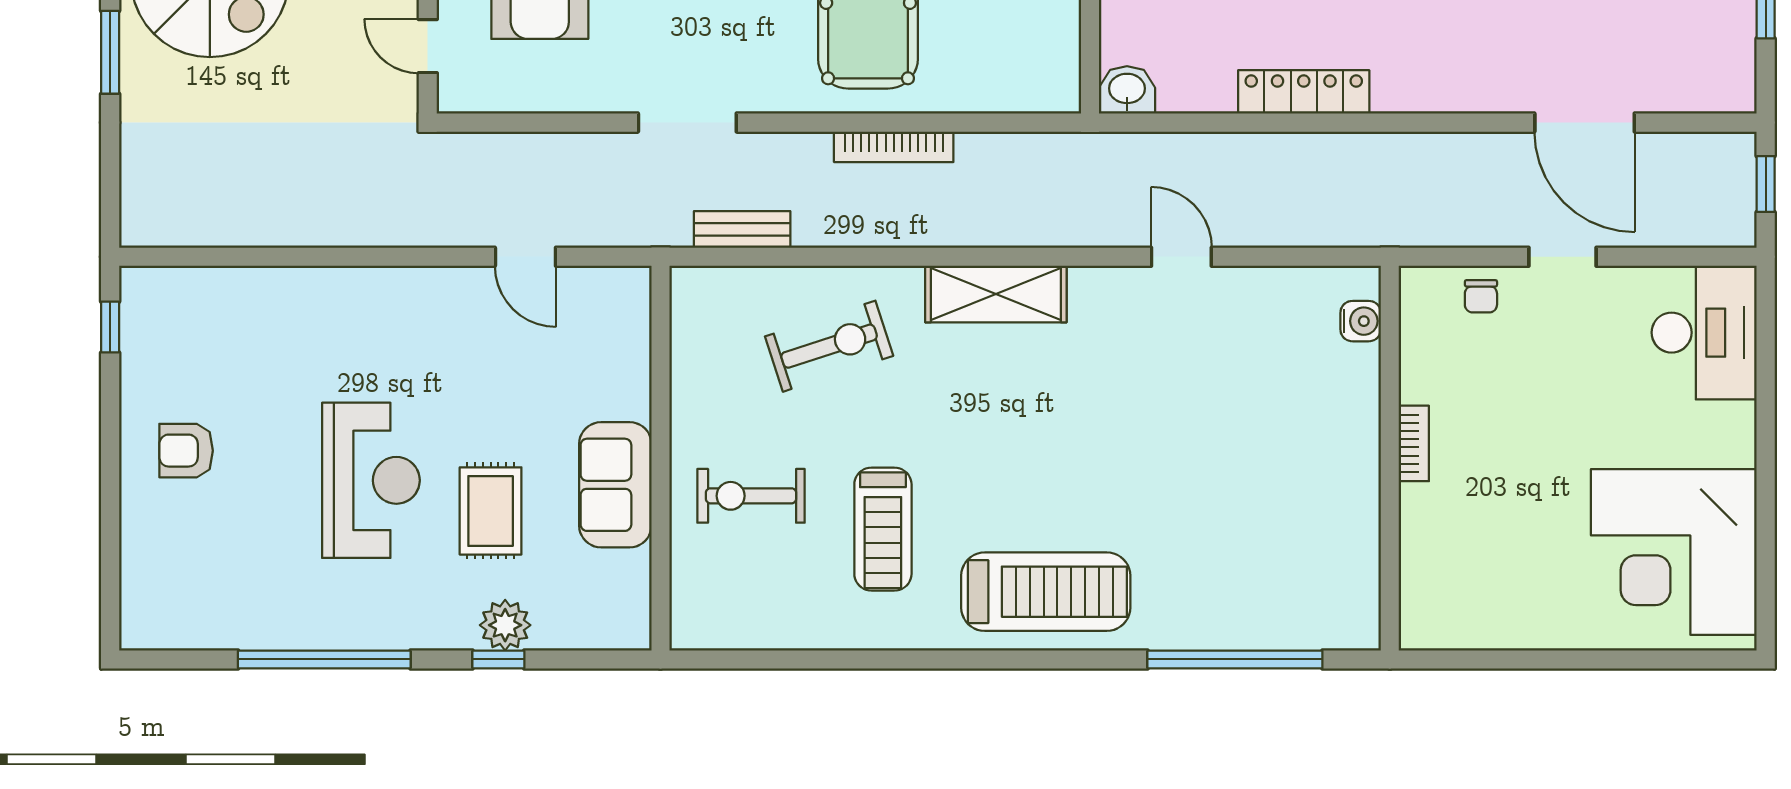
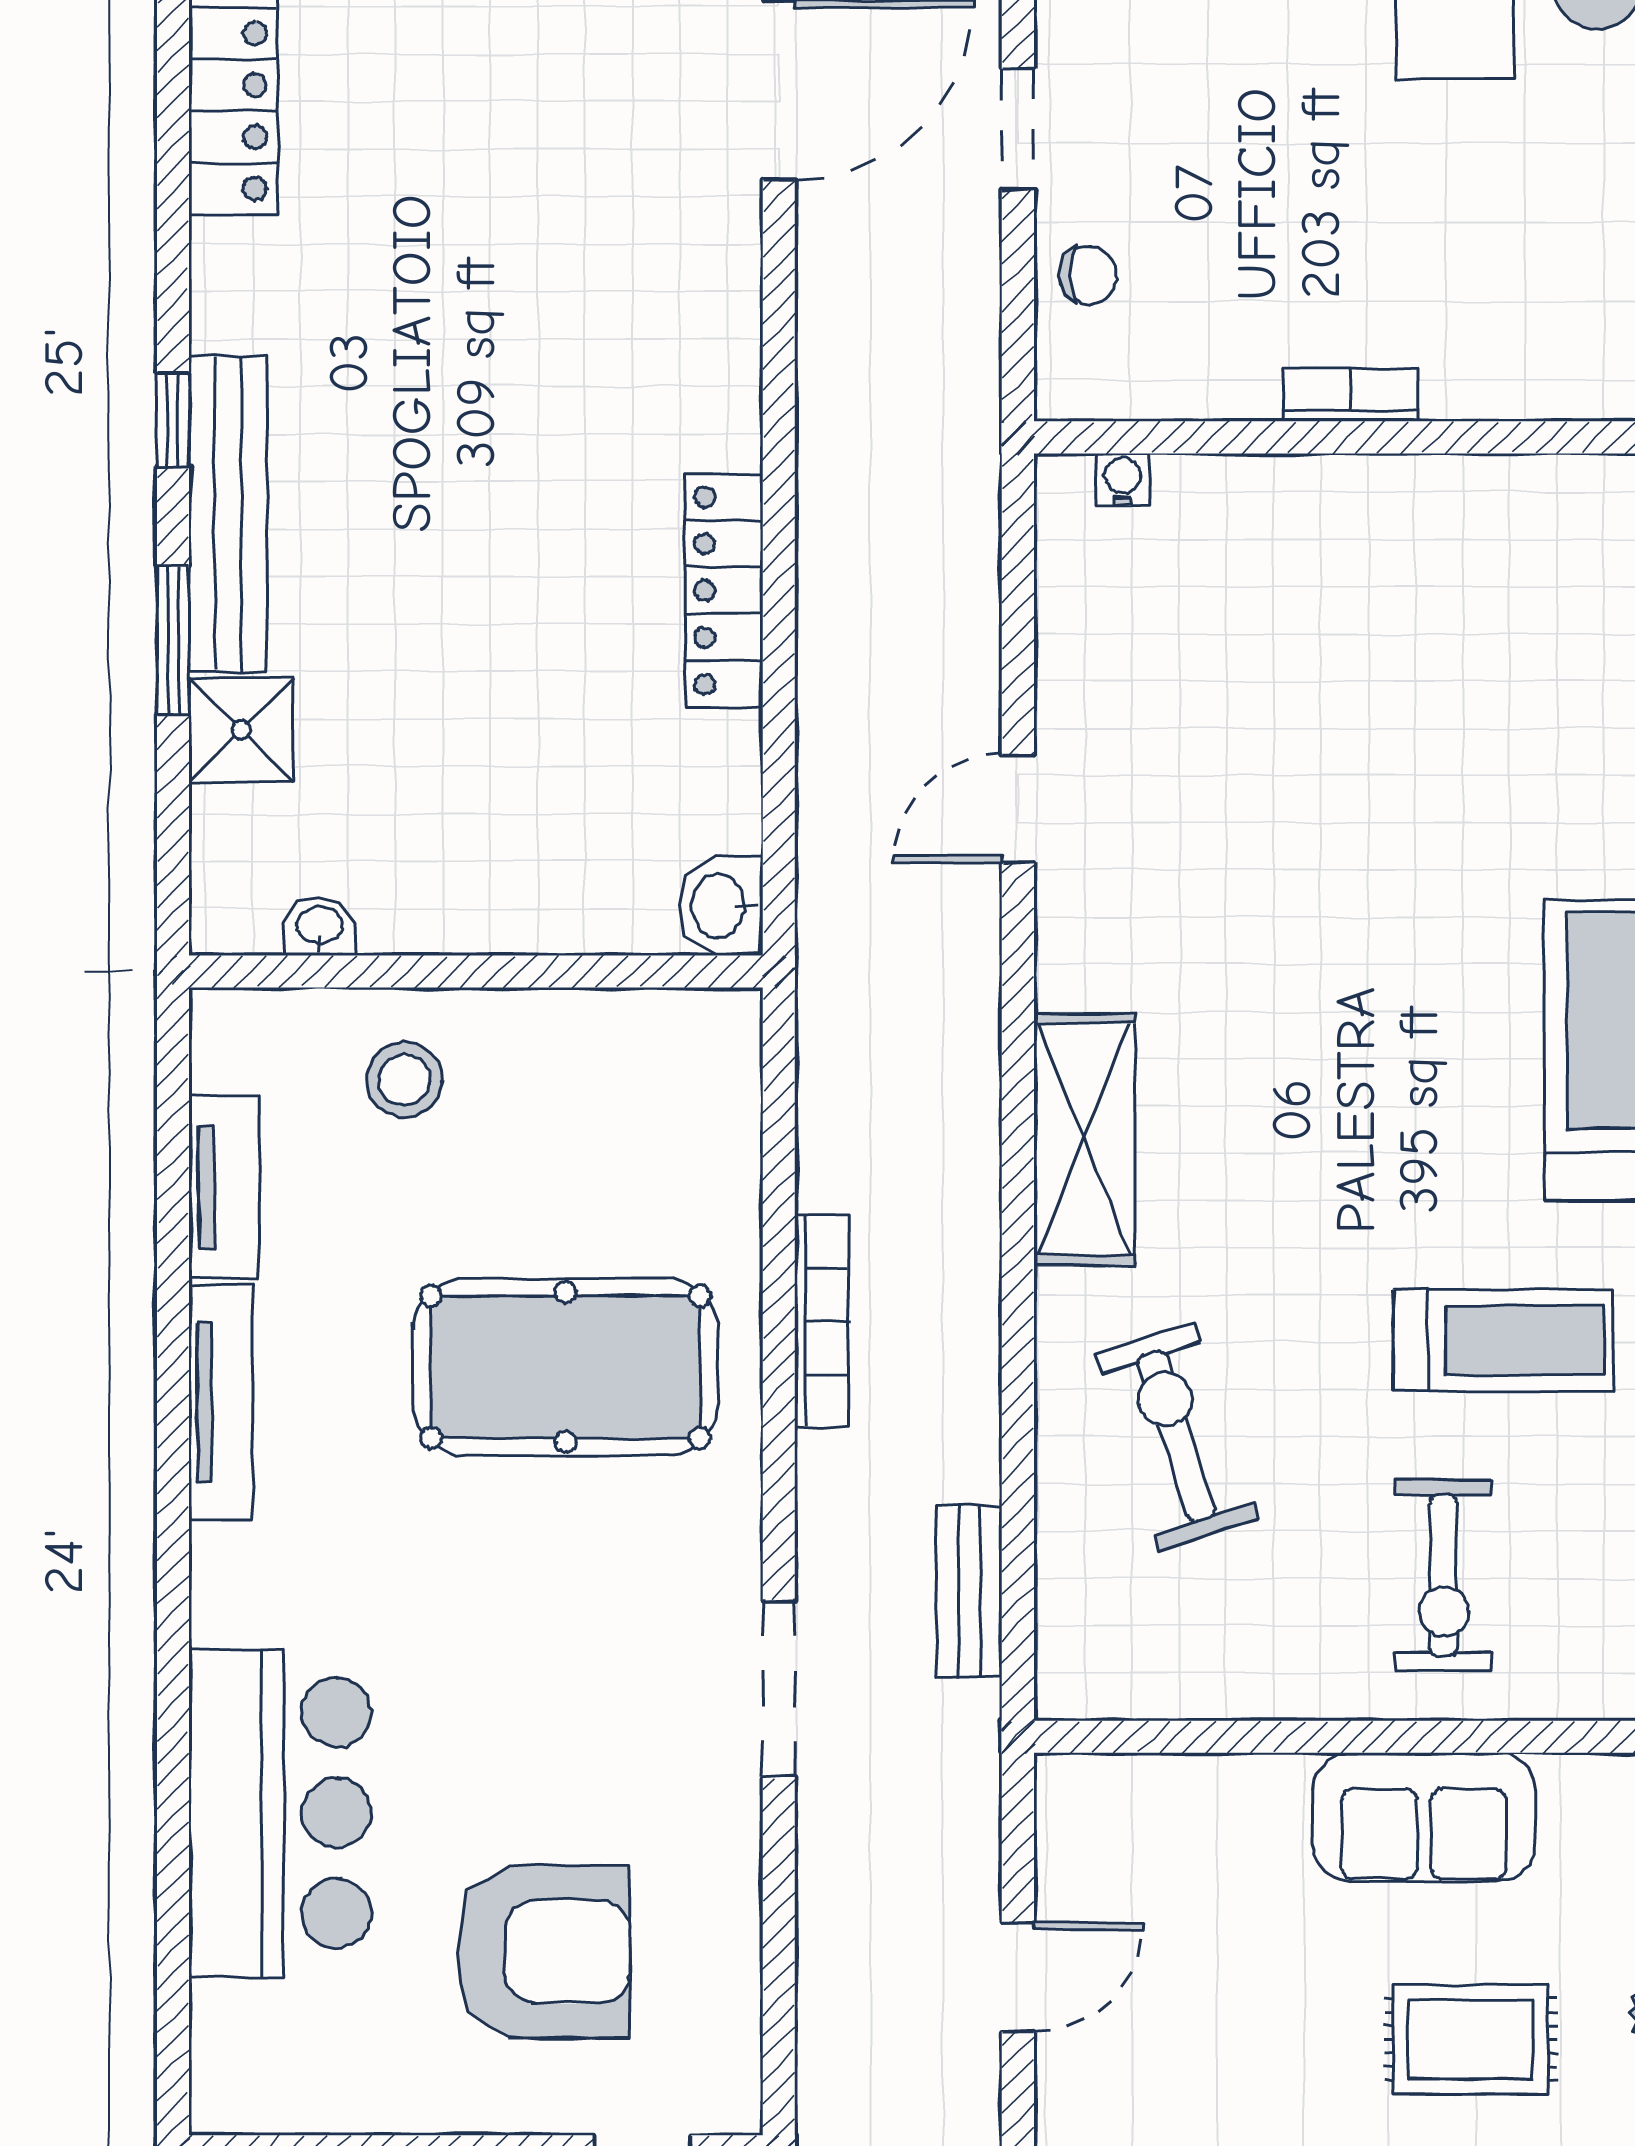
water cooler: (1361, 321) -> (1123, 479), width x0.72, depth x0.72

